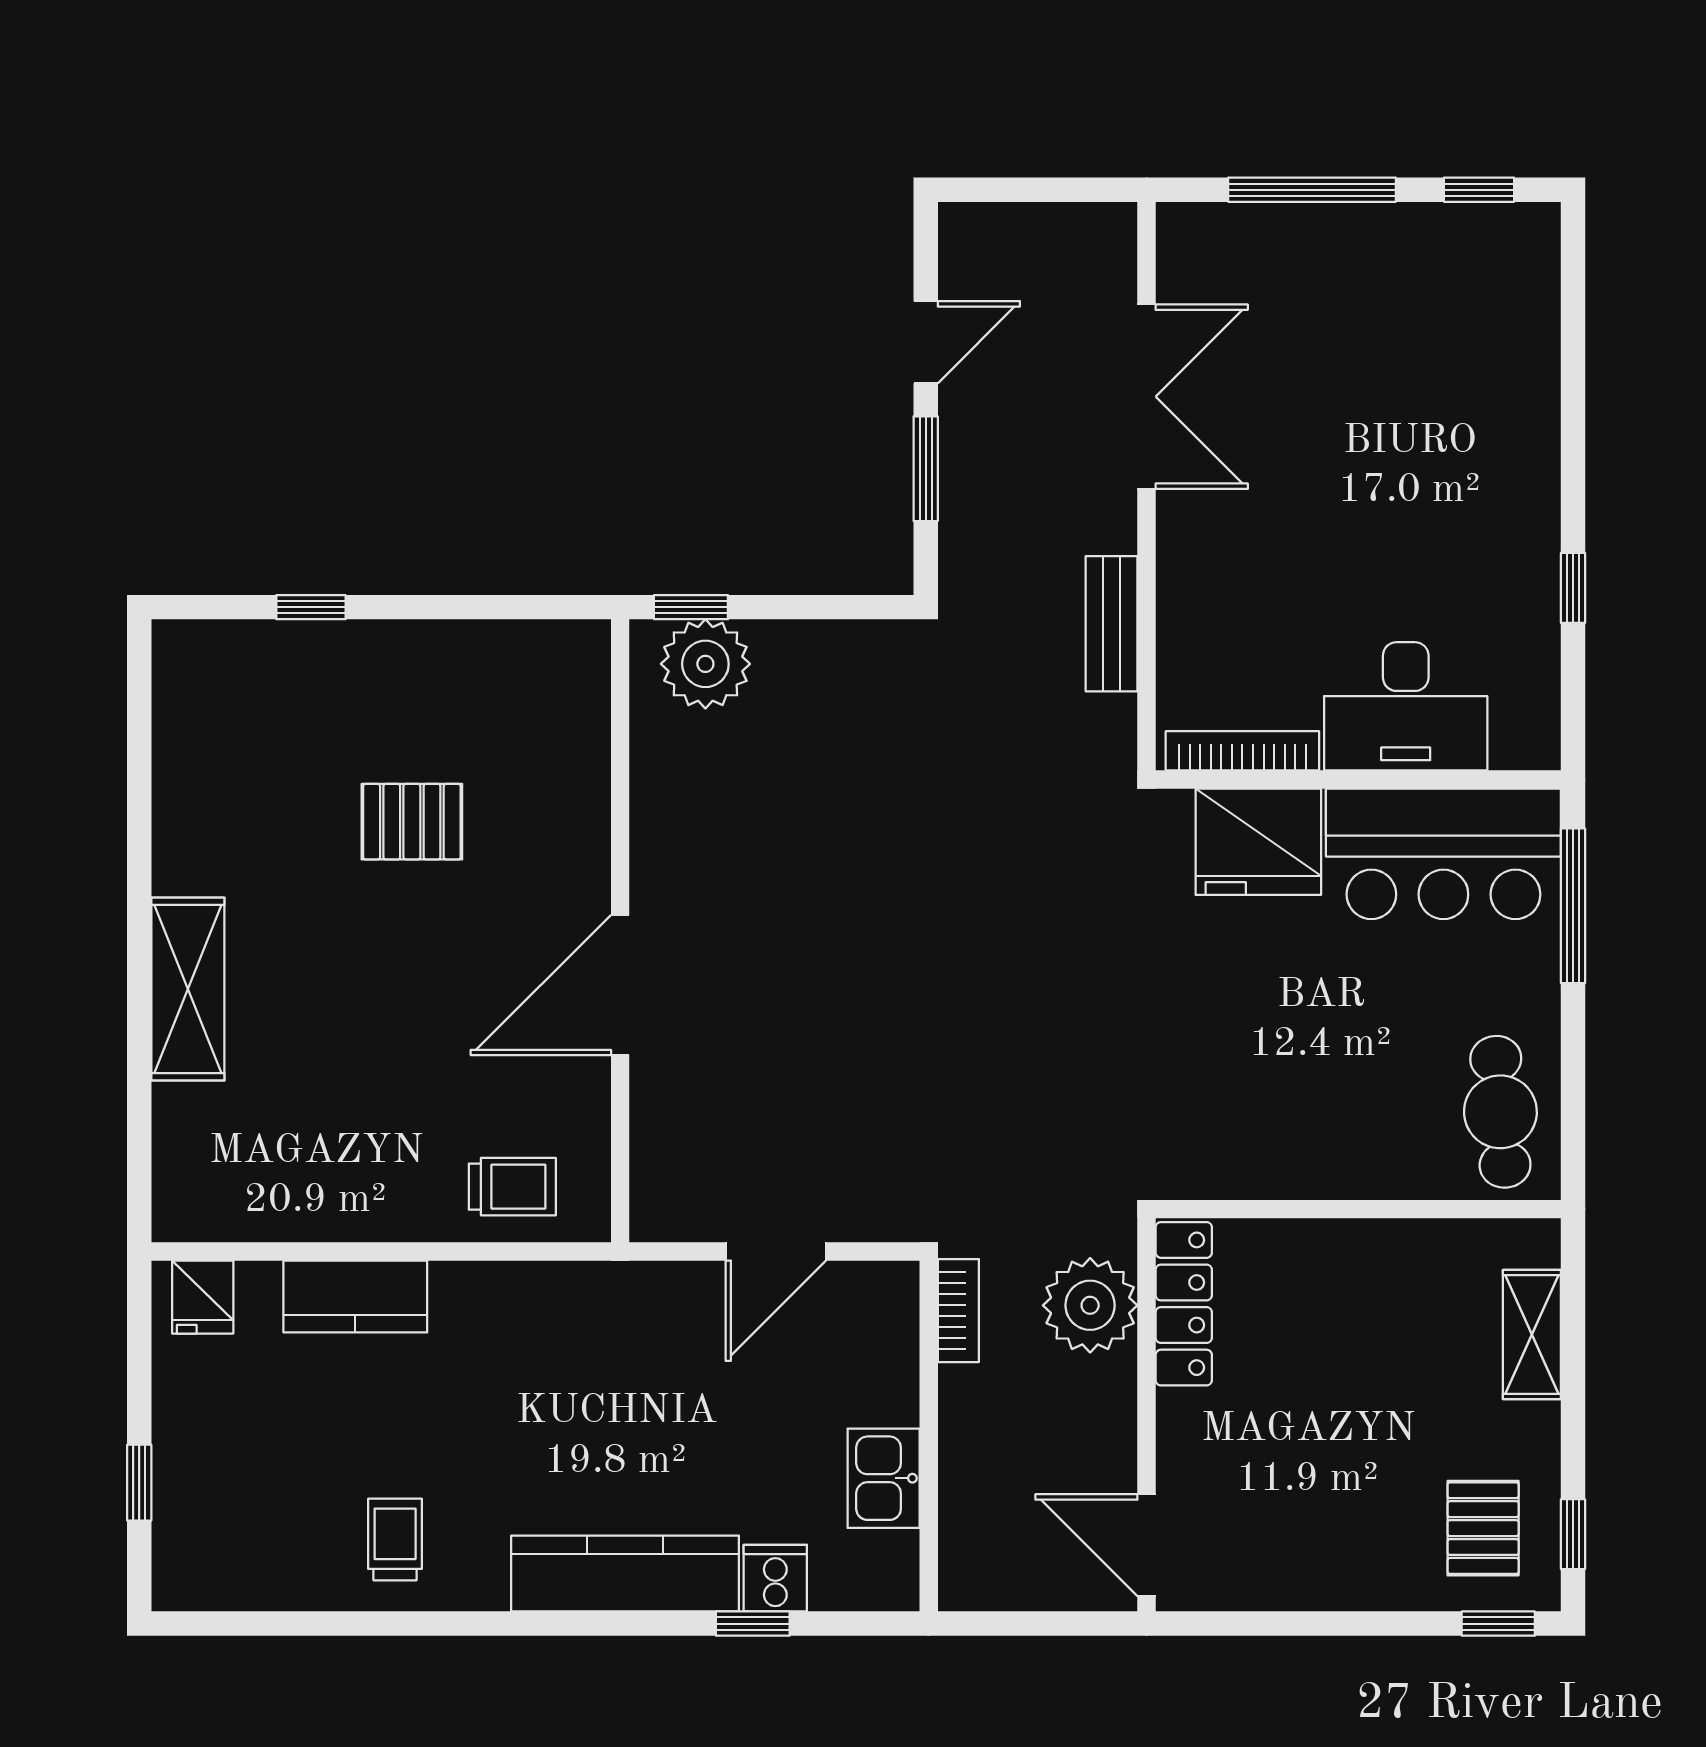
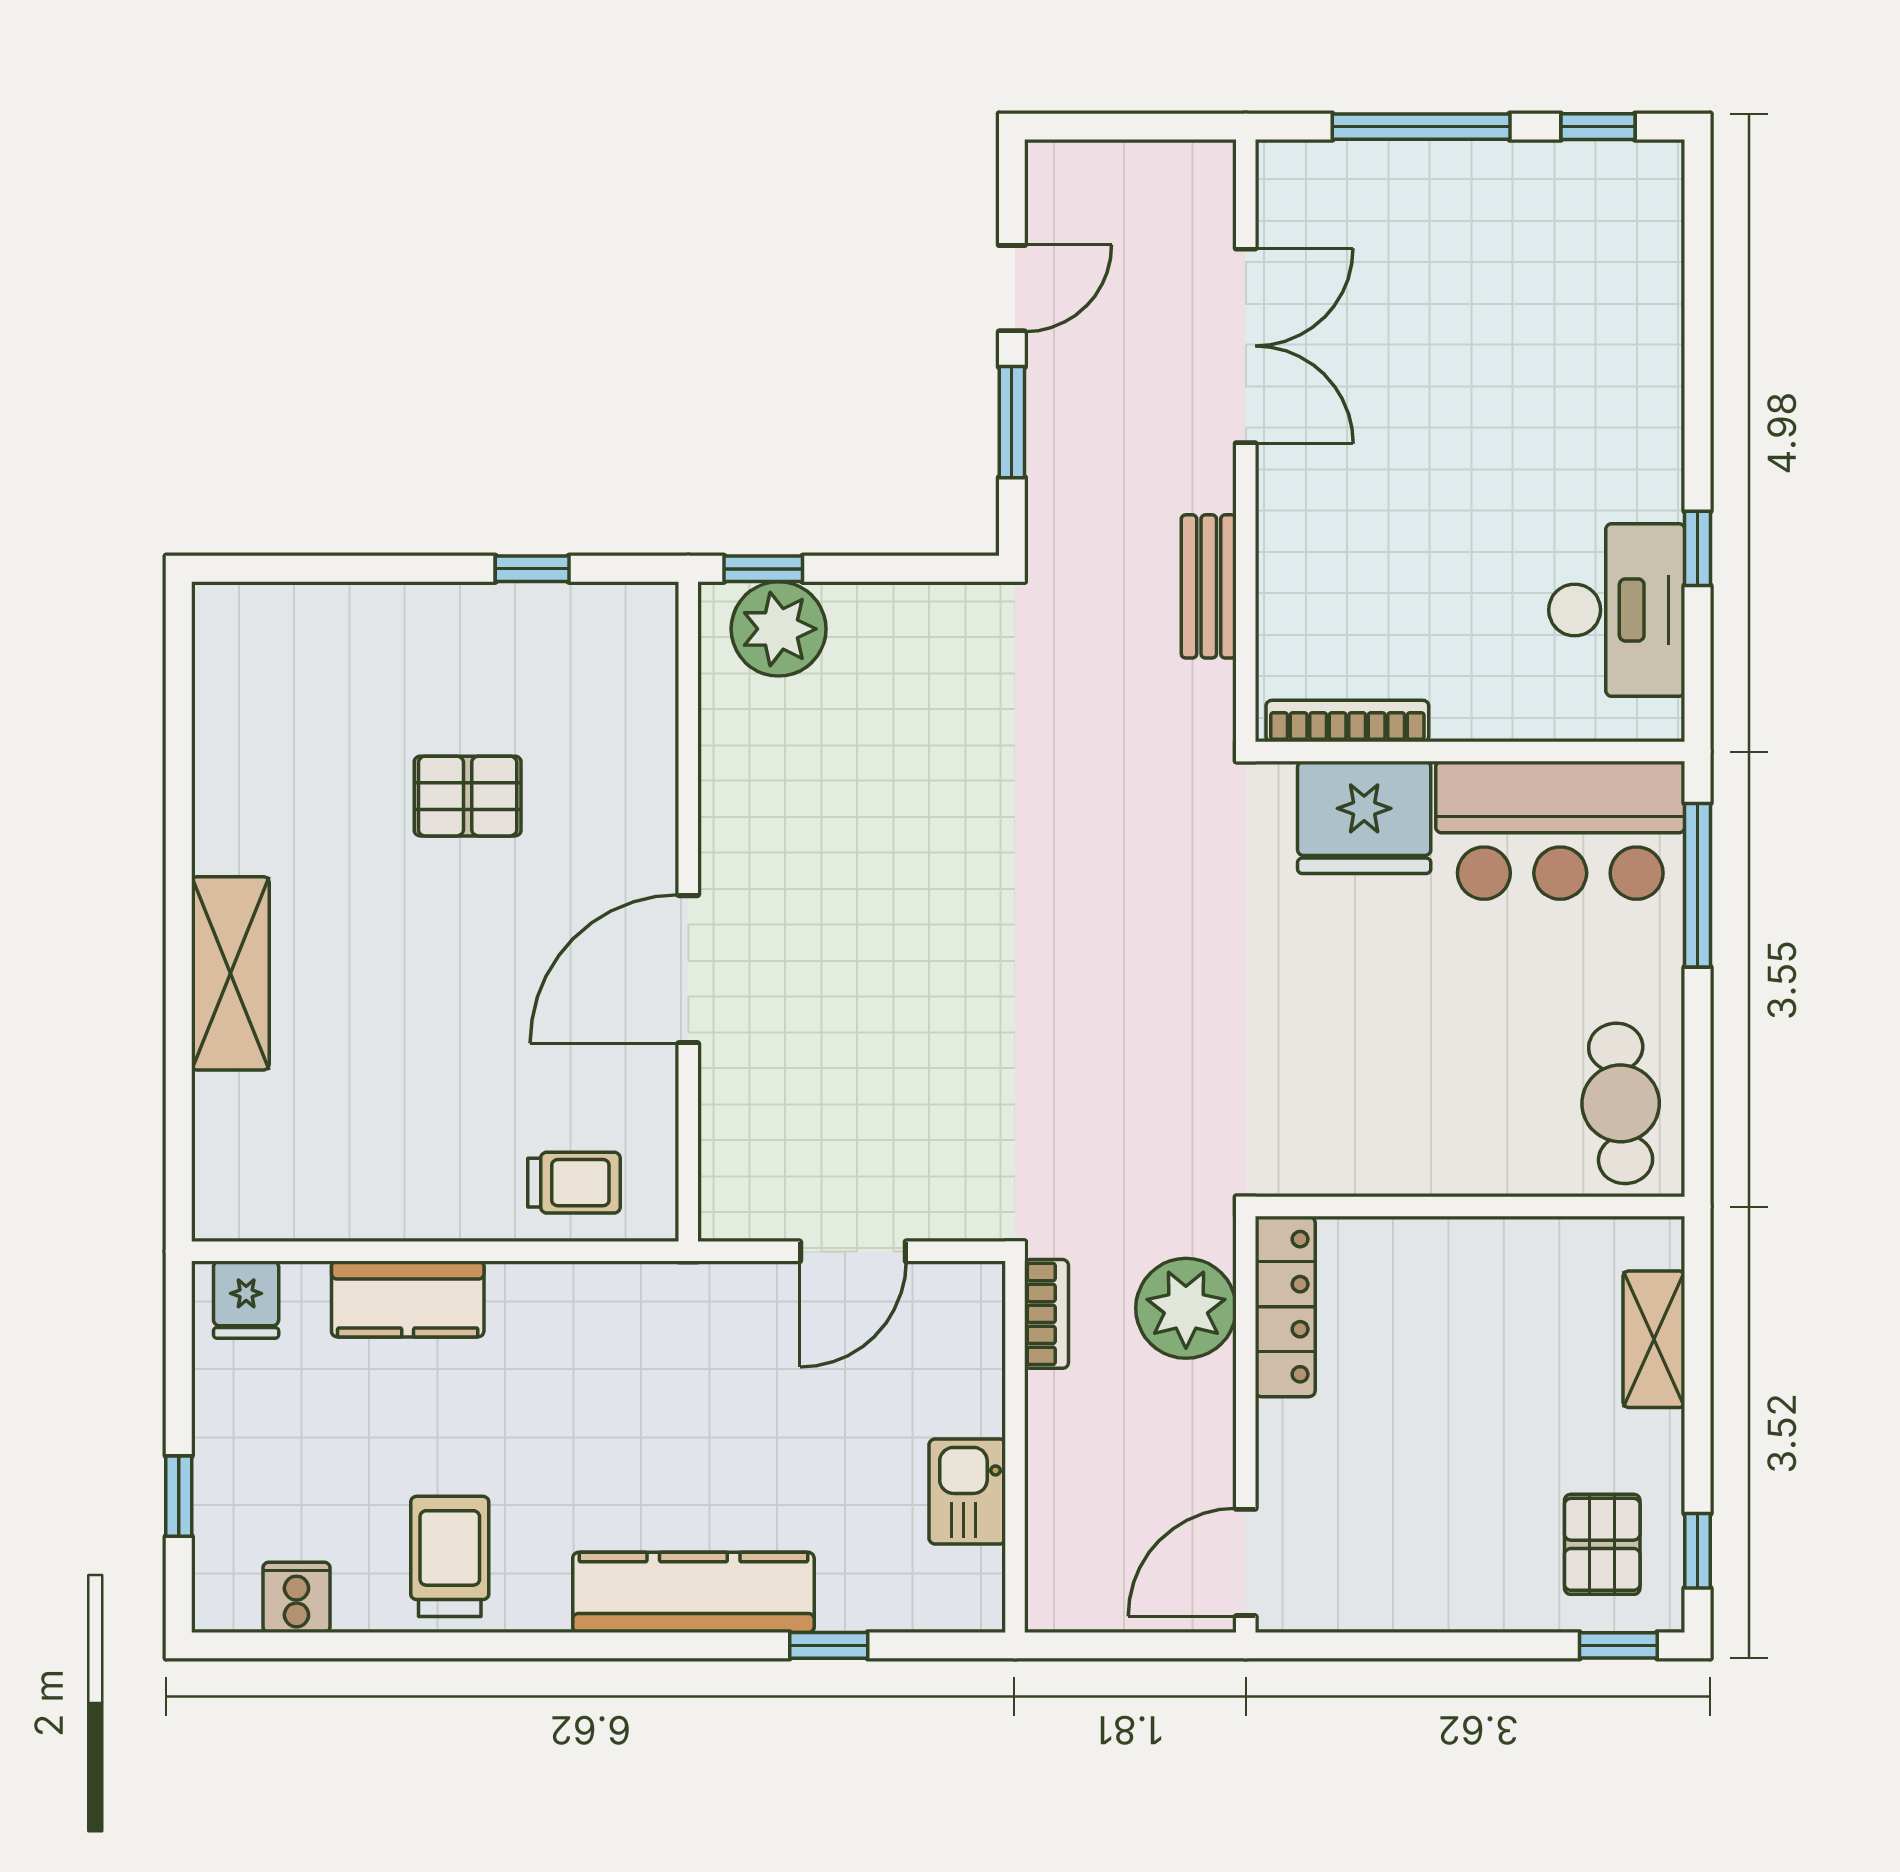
window: (311, 607) -> (532, 569), moved
desk: (1406, 706) -> (1617, 610), moved, turned -90
trolley: (395, 1540) -> (450, 1556), width x1.36, depth x1.39
door: (1146, 1545) -> (1246, 1562), hinge flipped
cooker: (775, 1578) -> (296, 1597), moved

